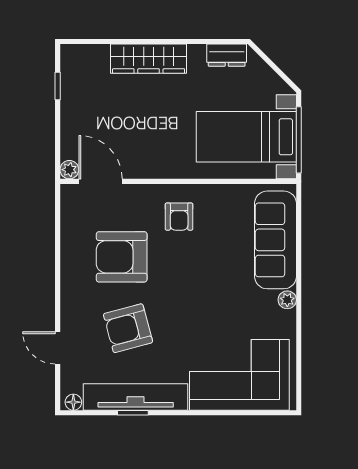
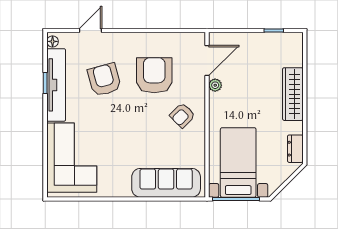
plant: (69, 170) -> (215, 85), moved
armchair: (179, 217) -> (182, 115), turned -45
plant: (287, 300) -> (124, 191), removed

